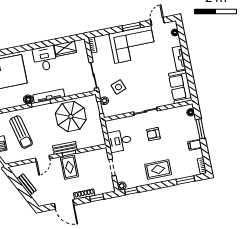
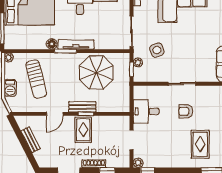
rug: (158, 169) -> (200, 144), moved, turned 90

